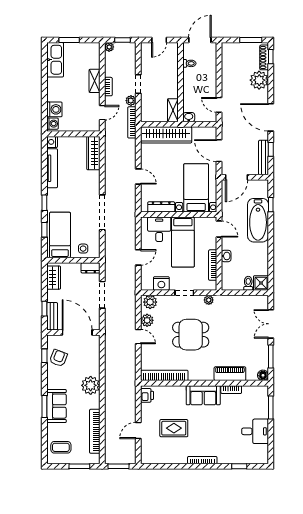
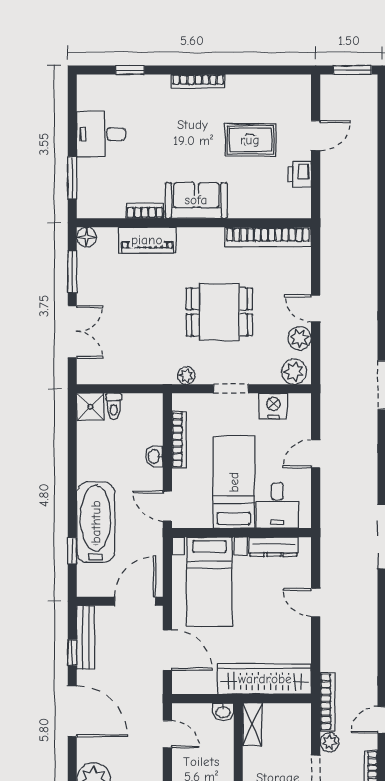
printer: (147, 395) -> (300, 174), moved

